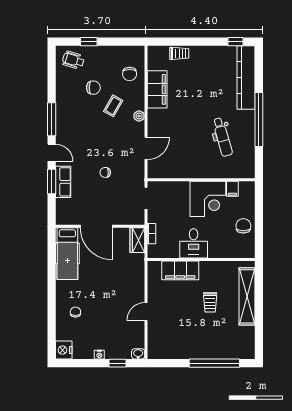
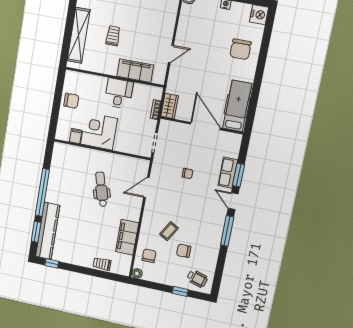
window: (259, 74) -> (36, 232), added
plant: (139, 116) -> (137, 273), moved
dental chair: (222, 137) -> (101, 189), moved
chair: (243, 226) -> (71, 101), turned -90
chair: (75, 312) -> (241, 49), width x1.87, depth x1.87
door: (146, 312) -> (171, 54), moved

